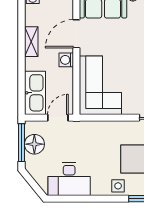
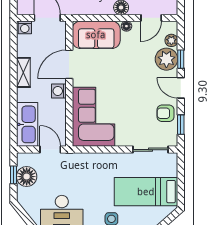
door: (58, 118) -> (50, 150), hinge flipped
window: (21, 143) -> (13, 175), width x0.46

